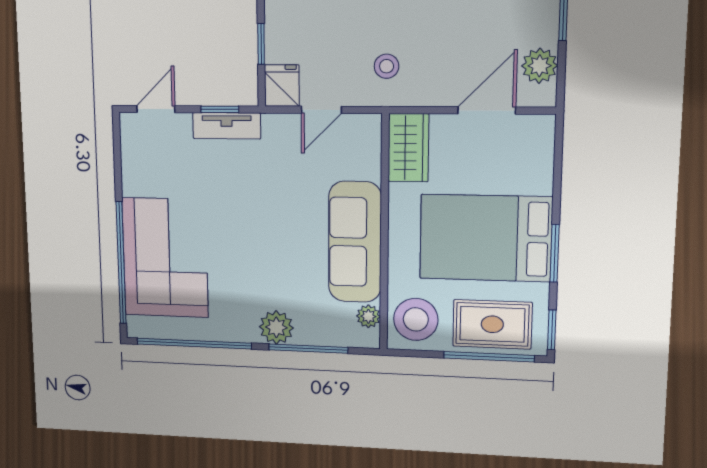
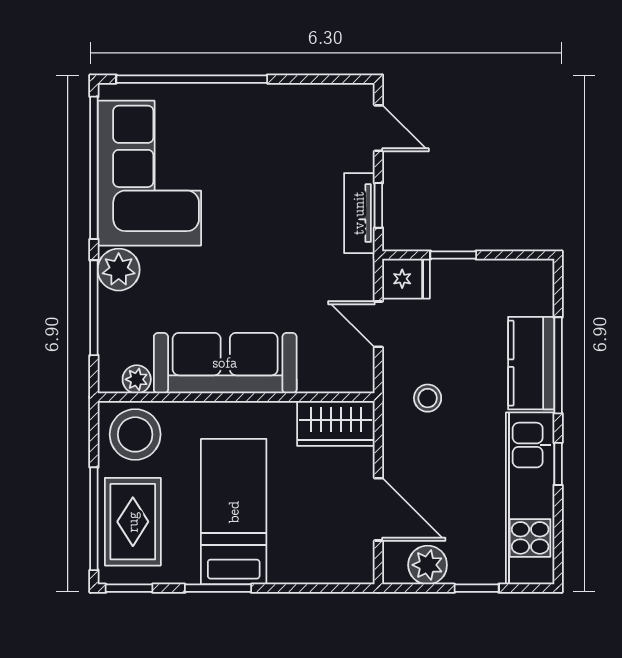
bed: (485, 238) -> (234, 512), width x0.67
corner sofa: (165, 258) -> (149, 173), moved, turned -90

